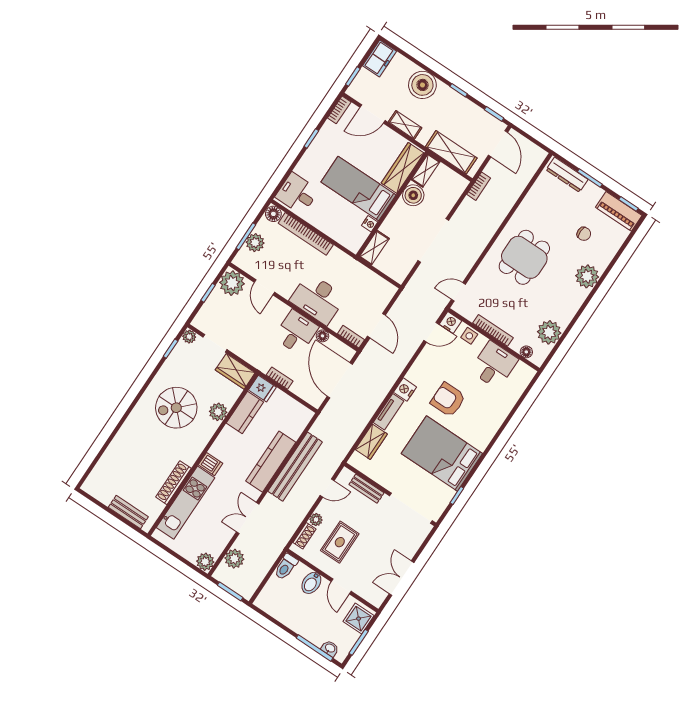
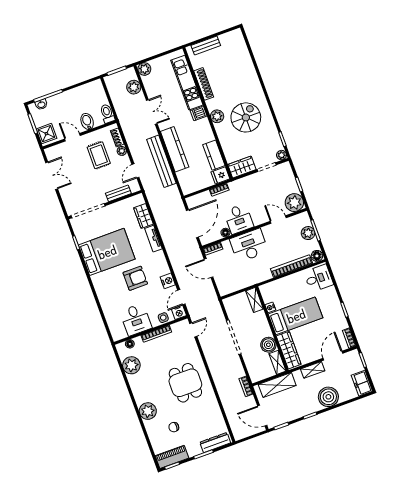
door: (340, 380) -> (192, 224), hinge flipped
nightstand: (405, 390) -> (168, 281), moved
plant: (218, 412) -> (217, 116), moved

